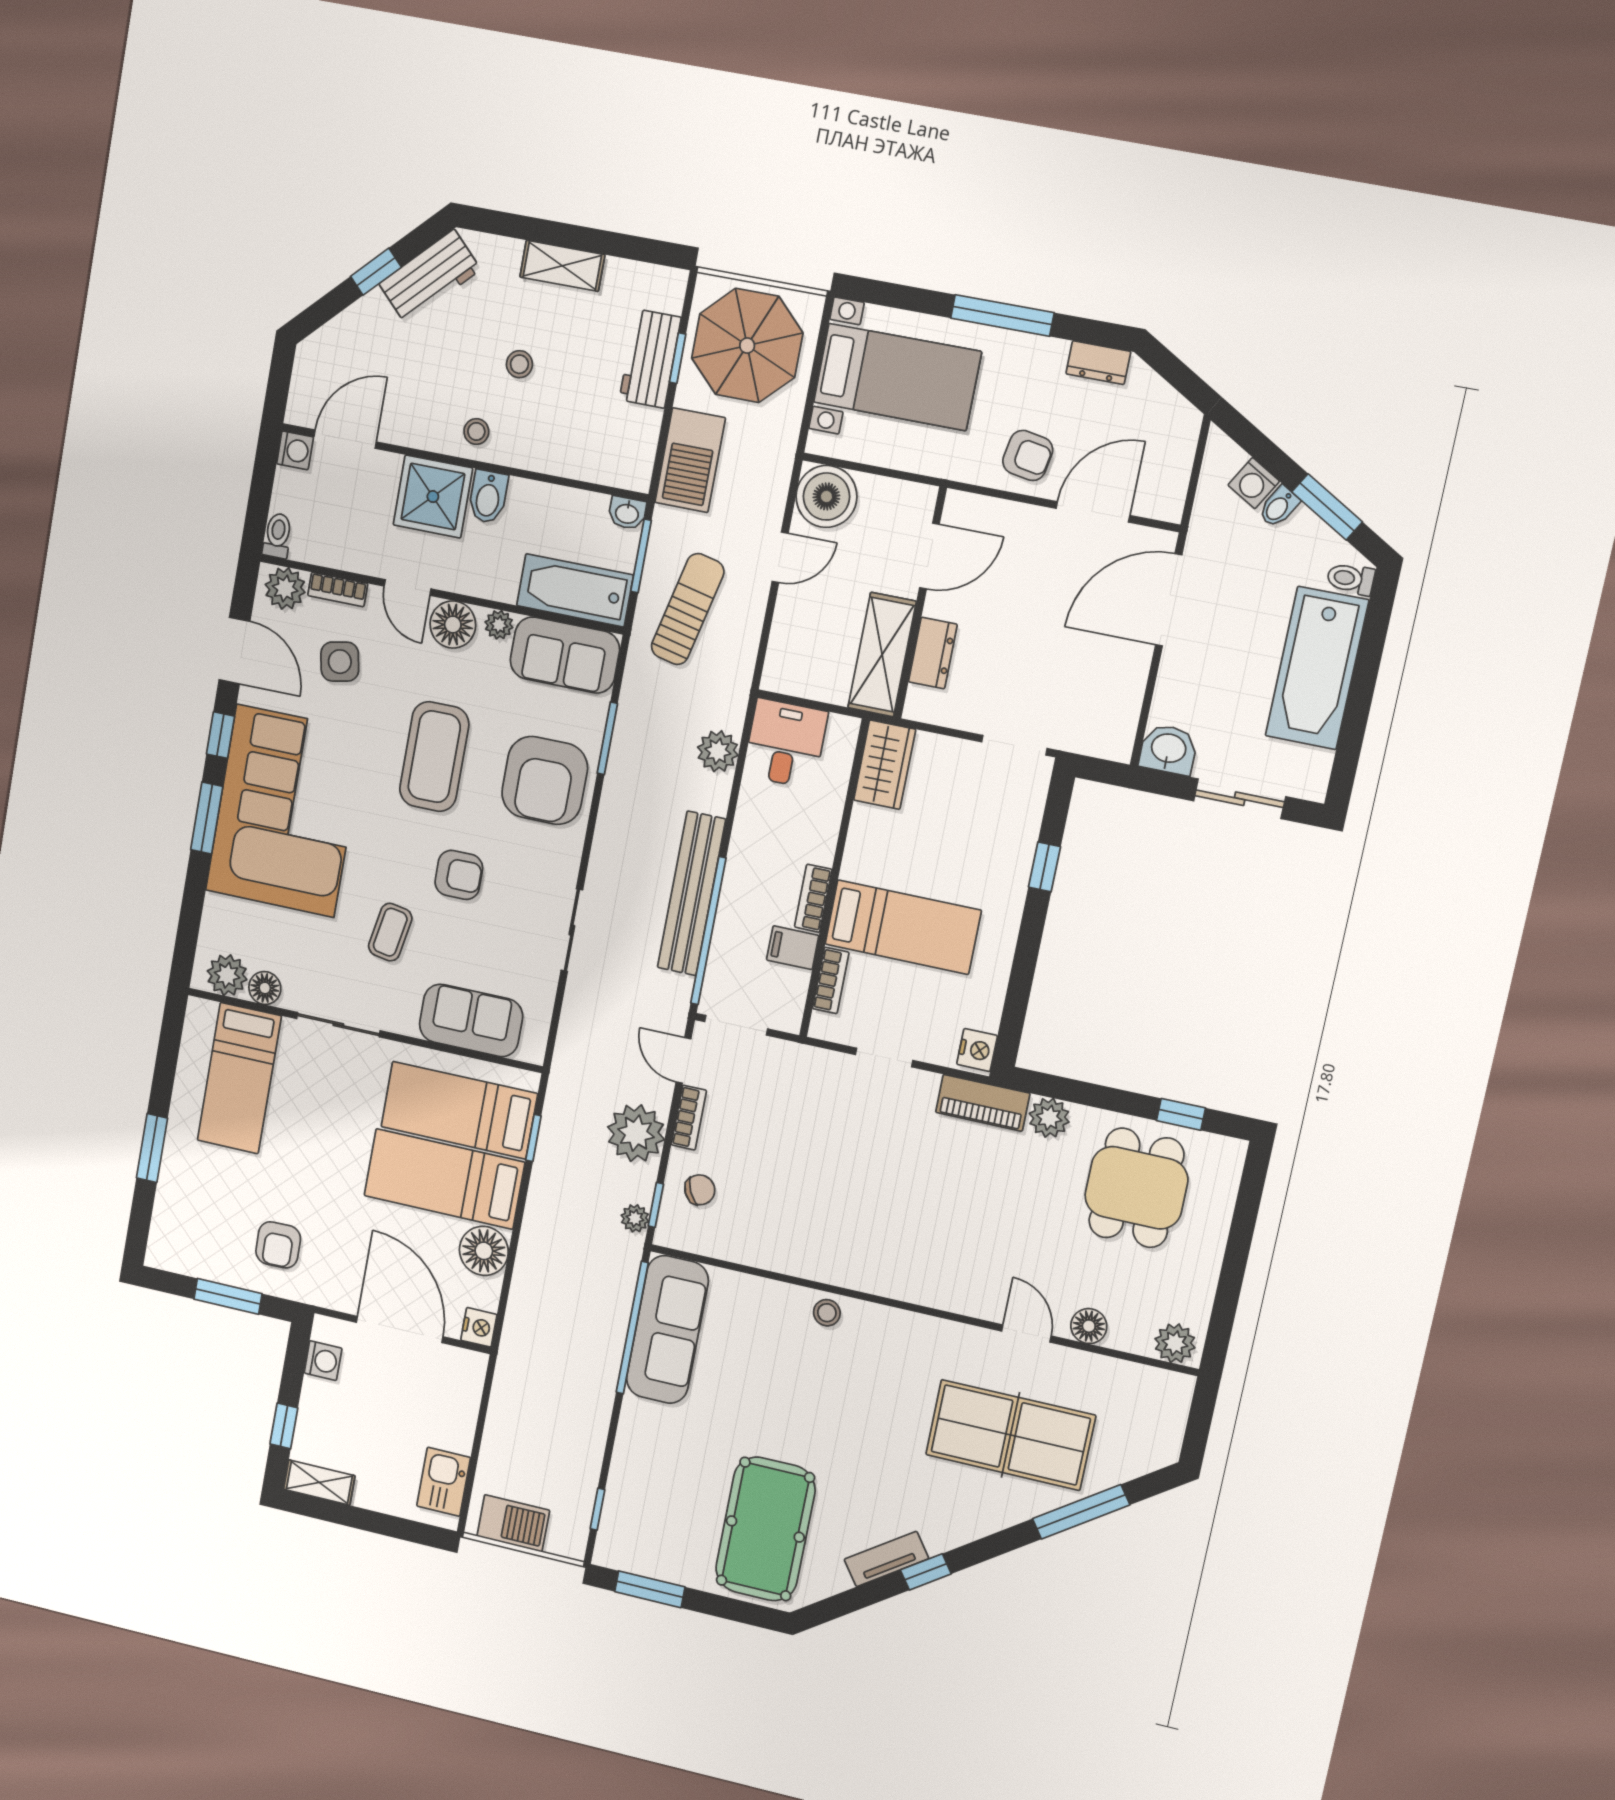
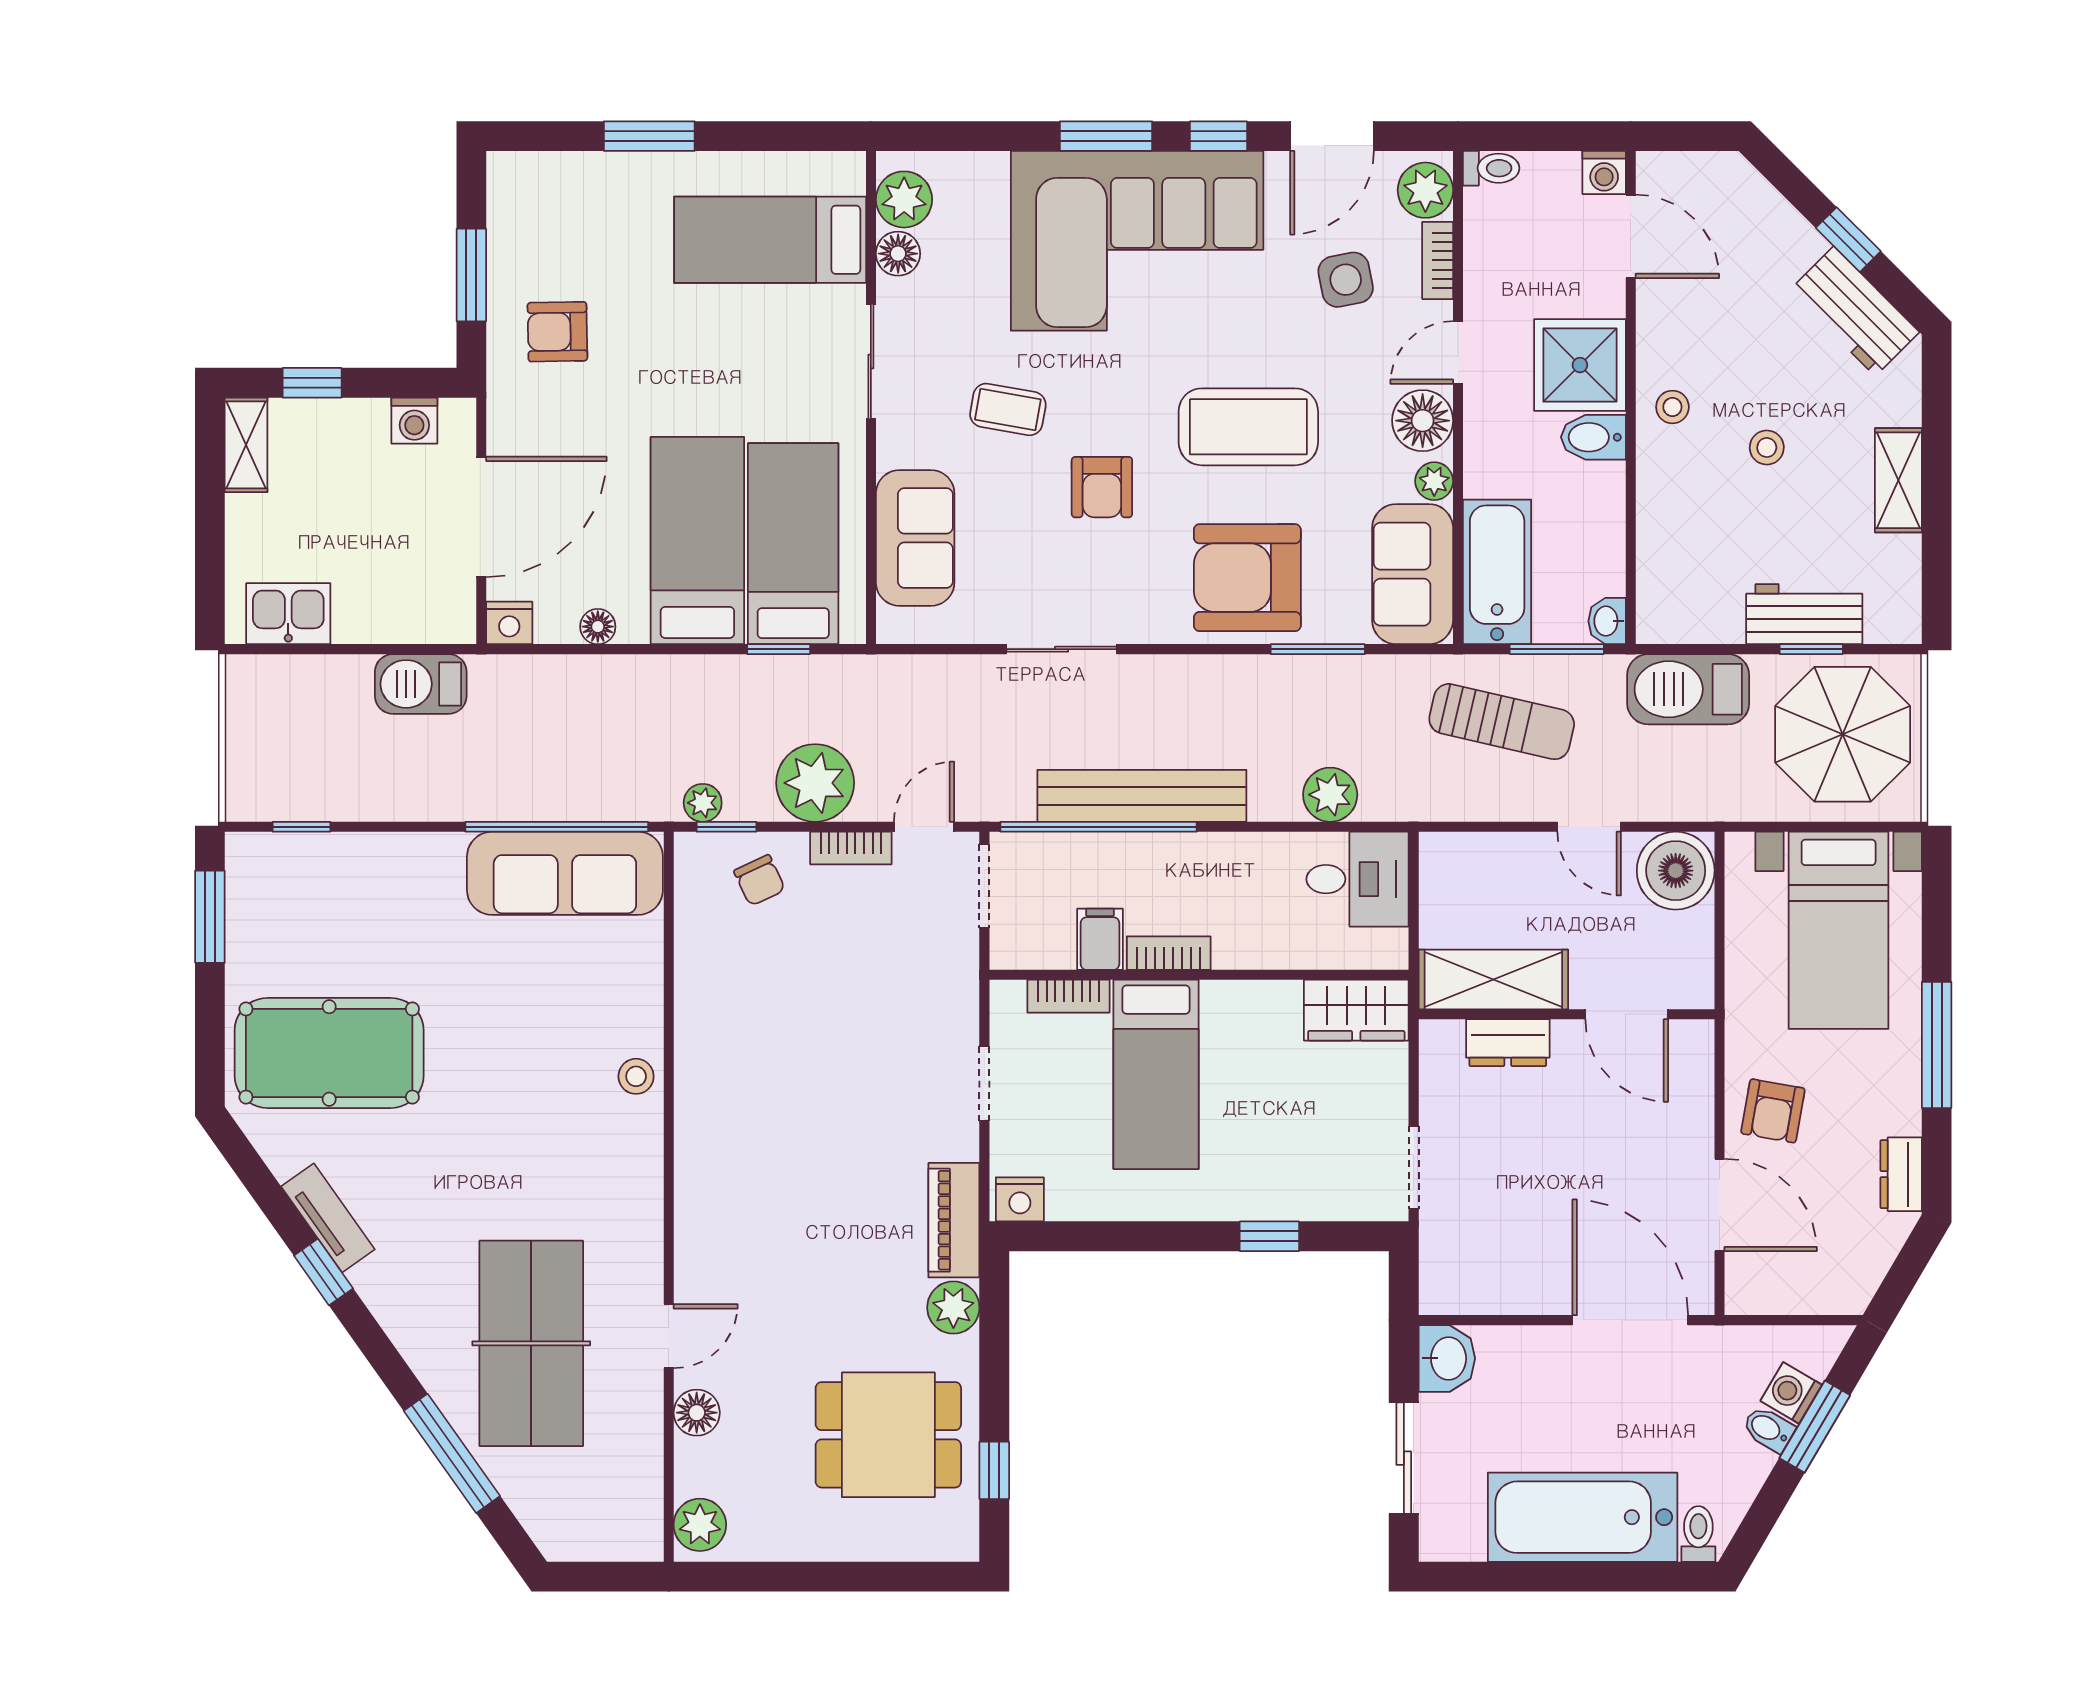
window: (1327, 507) -> (1815, 1427), moved
floor lamp: (484, 1251) -> (598, 627), width x0.53, depth x0.53
barbecue: (513, 1523) -> (421, 684), moved, turned 90

